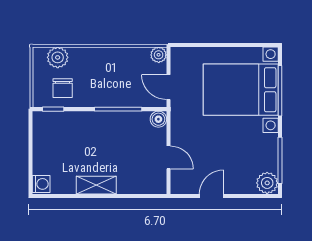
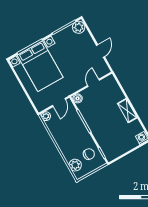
door: (212, 196) -> (100, 51), swing flipped

